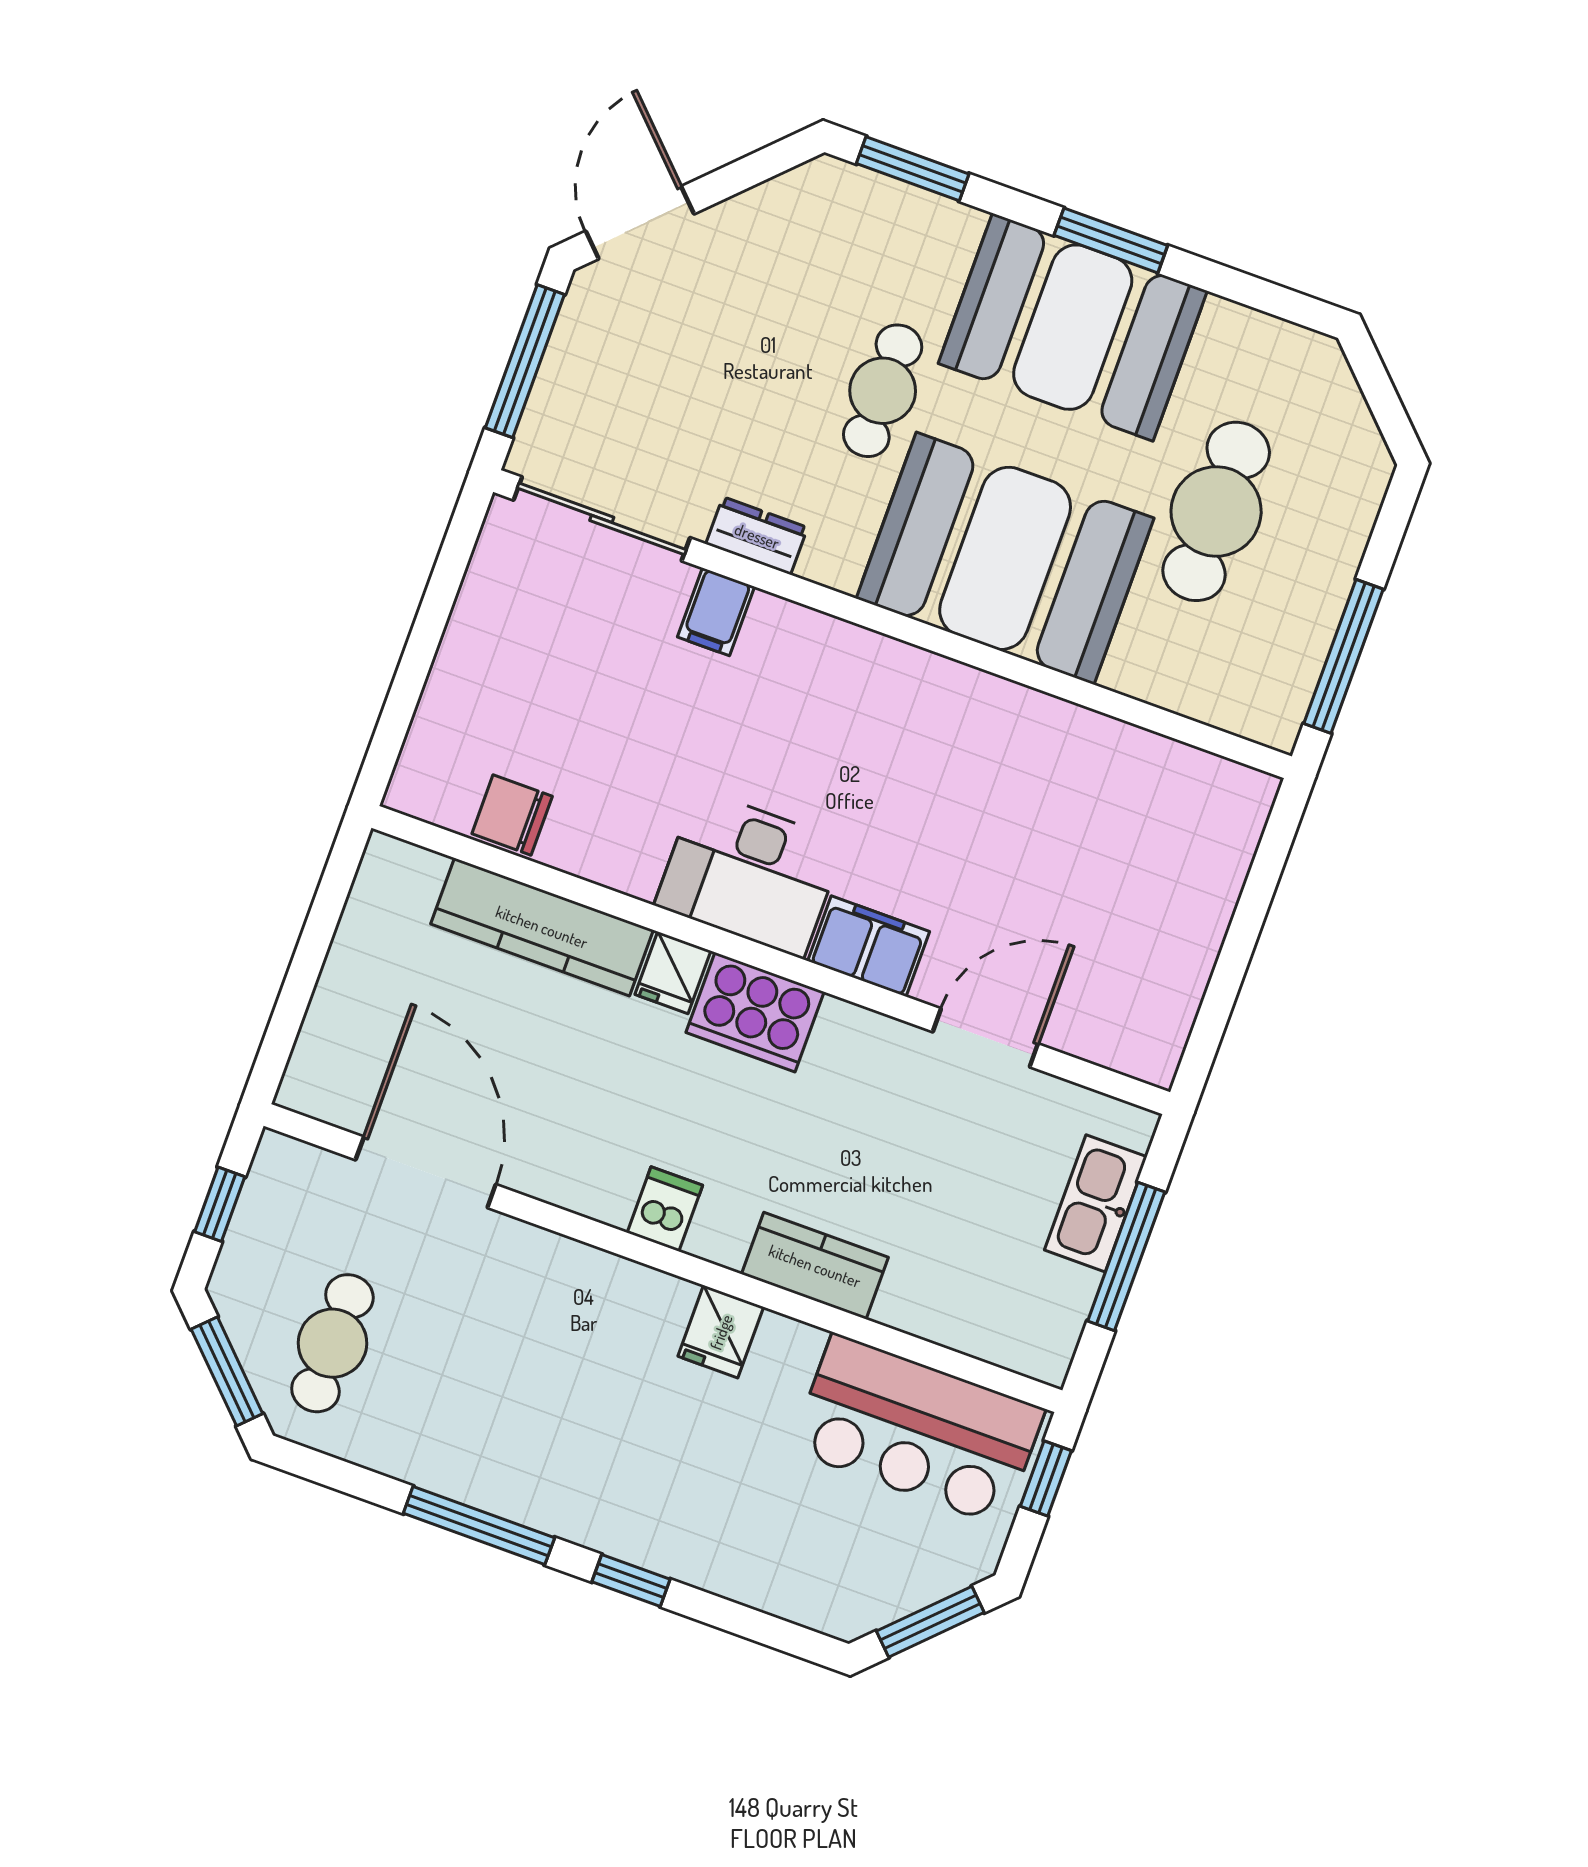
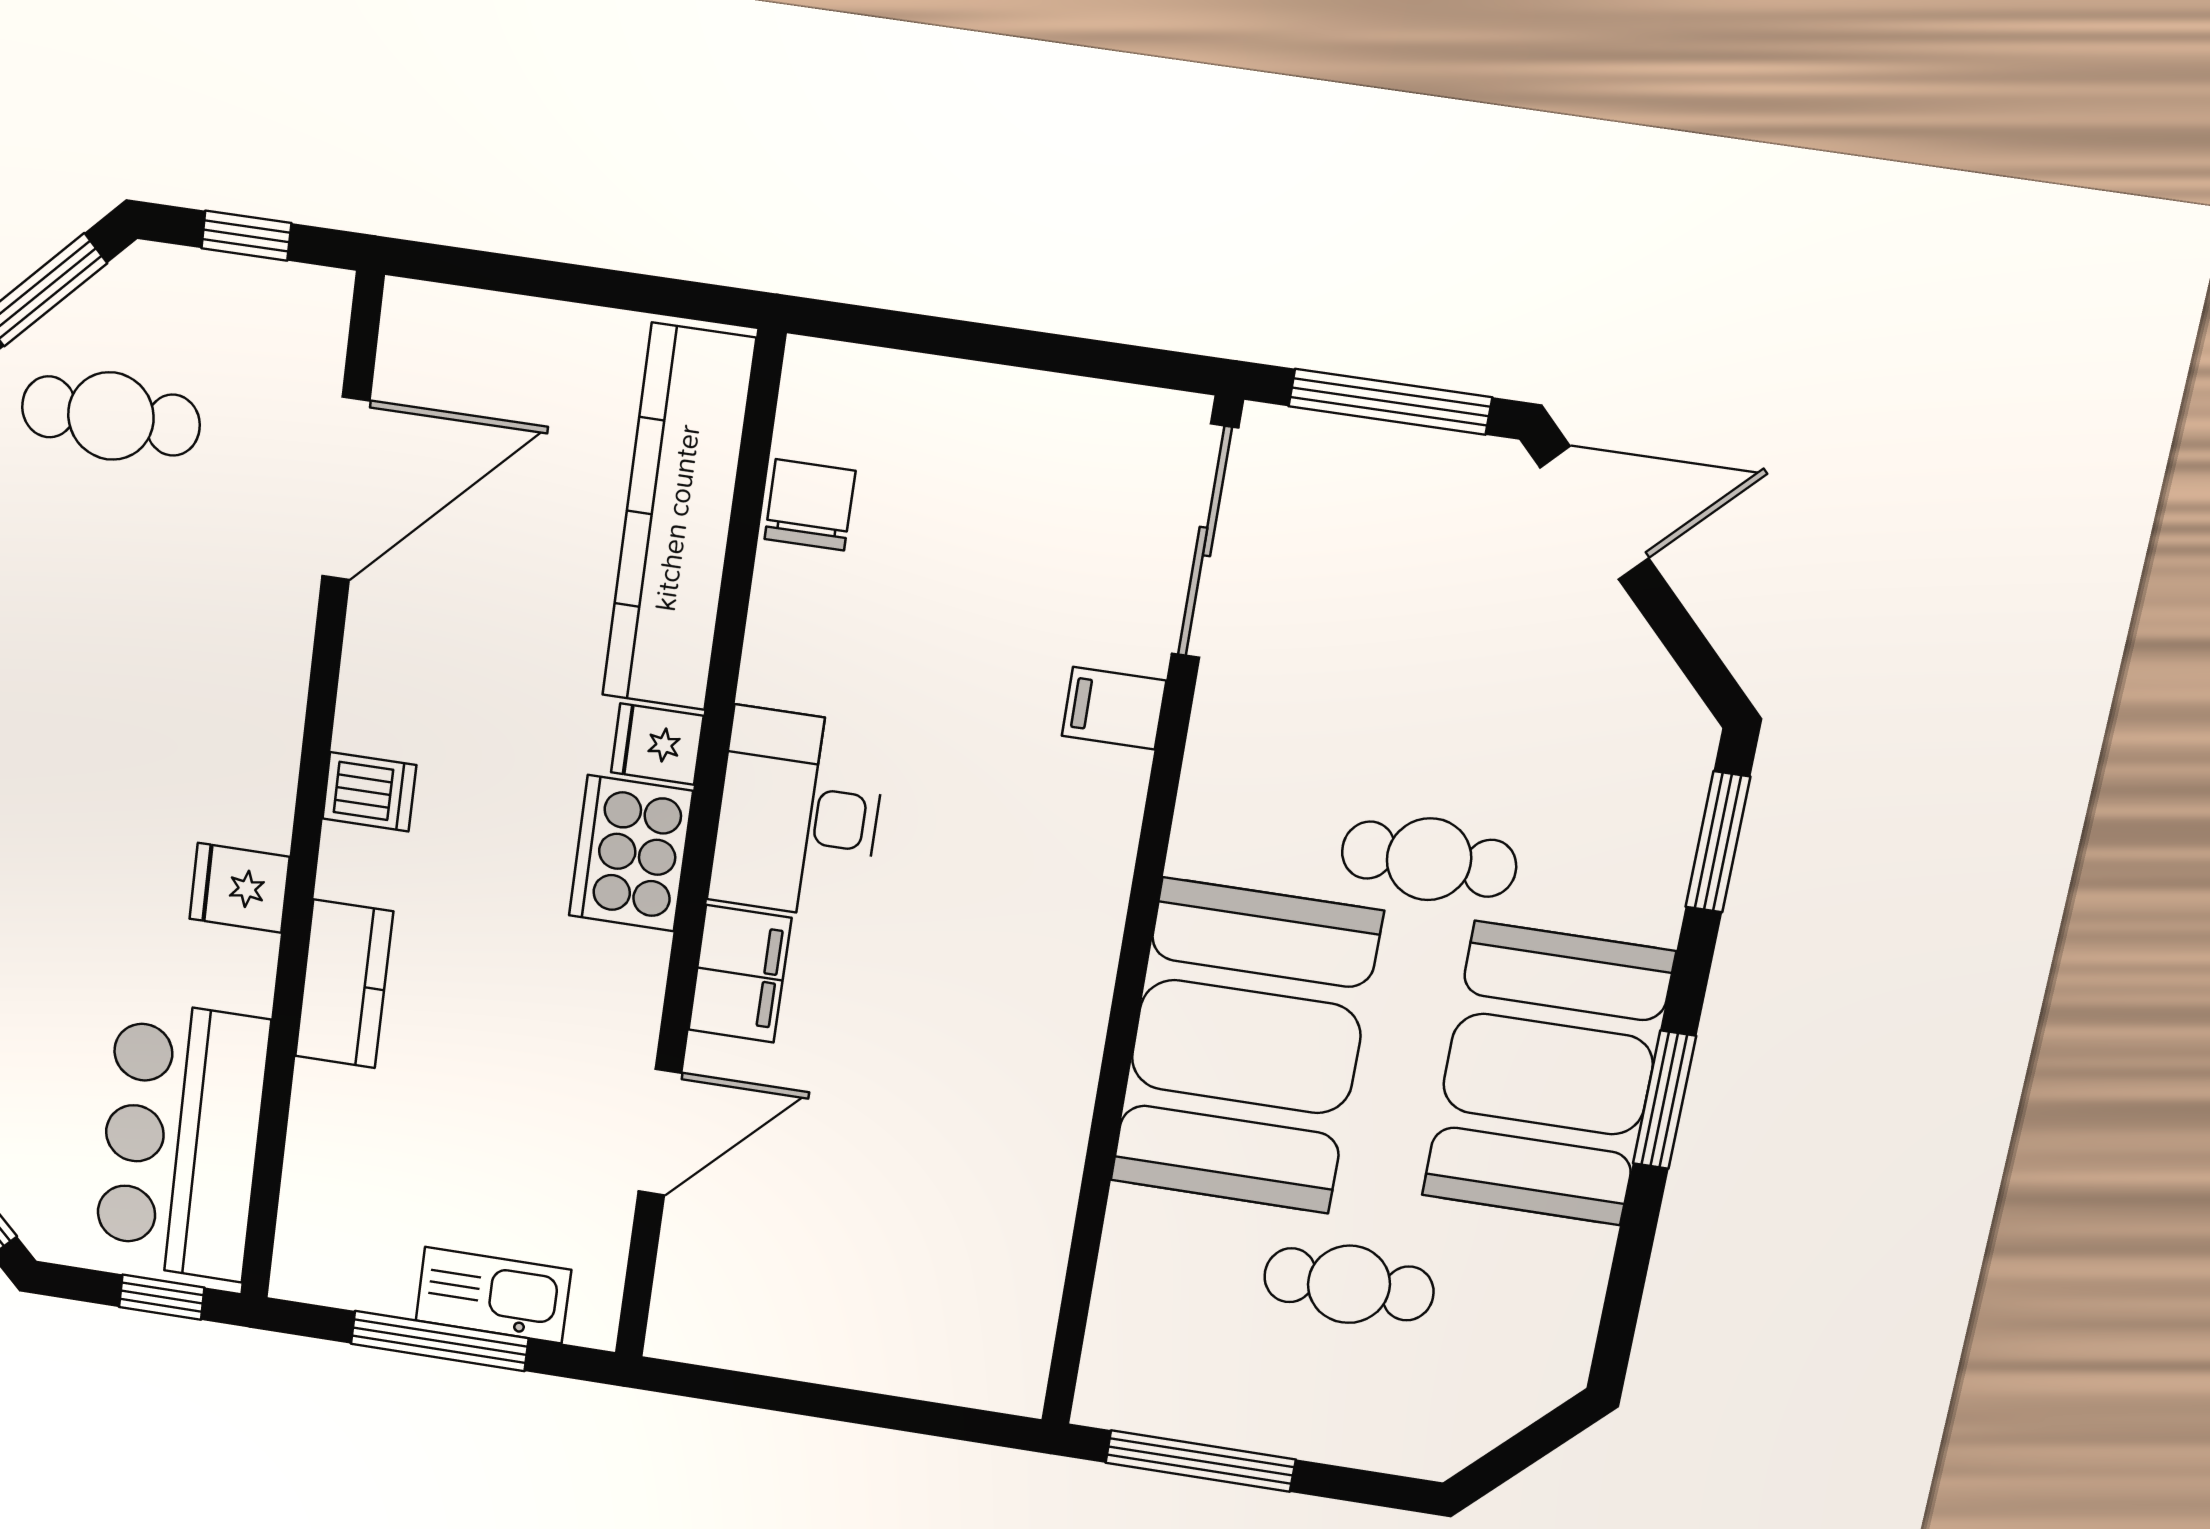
cafe table: (1216, 511) -> (1349, 1284), width x0.73, depth x0.74
dresser: (757, 536) -> (1219, 740), removed
kitchen counter: (542, 927) -> (678, 518), width x1.39, depth x1.17
door: (985, 1038) -> (660, 1132), hinge flipped

